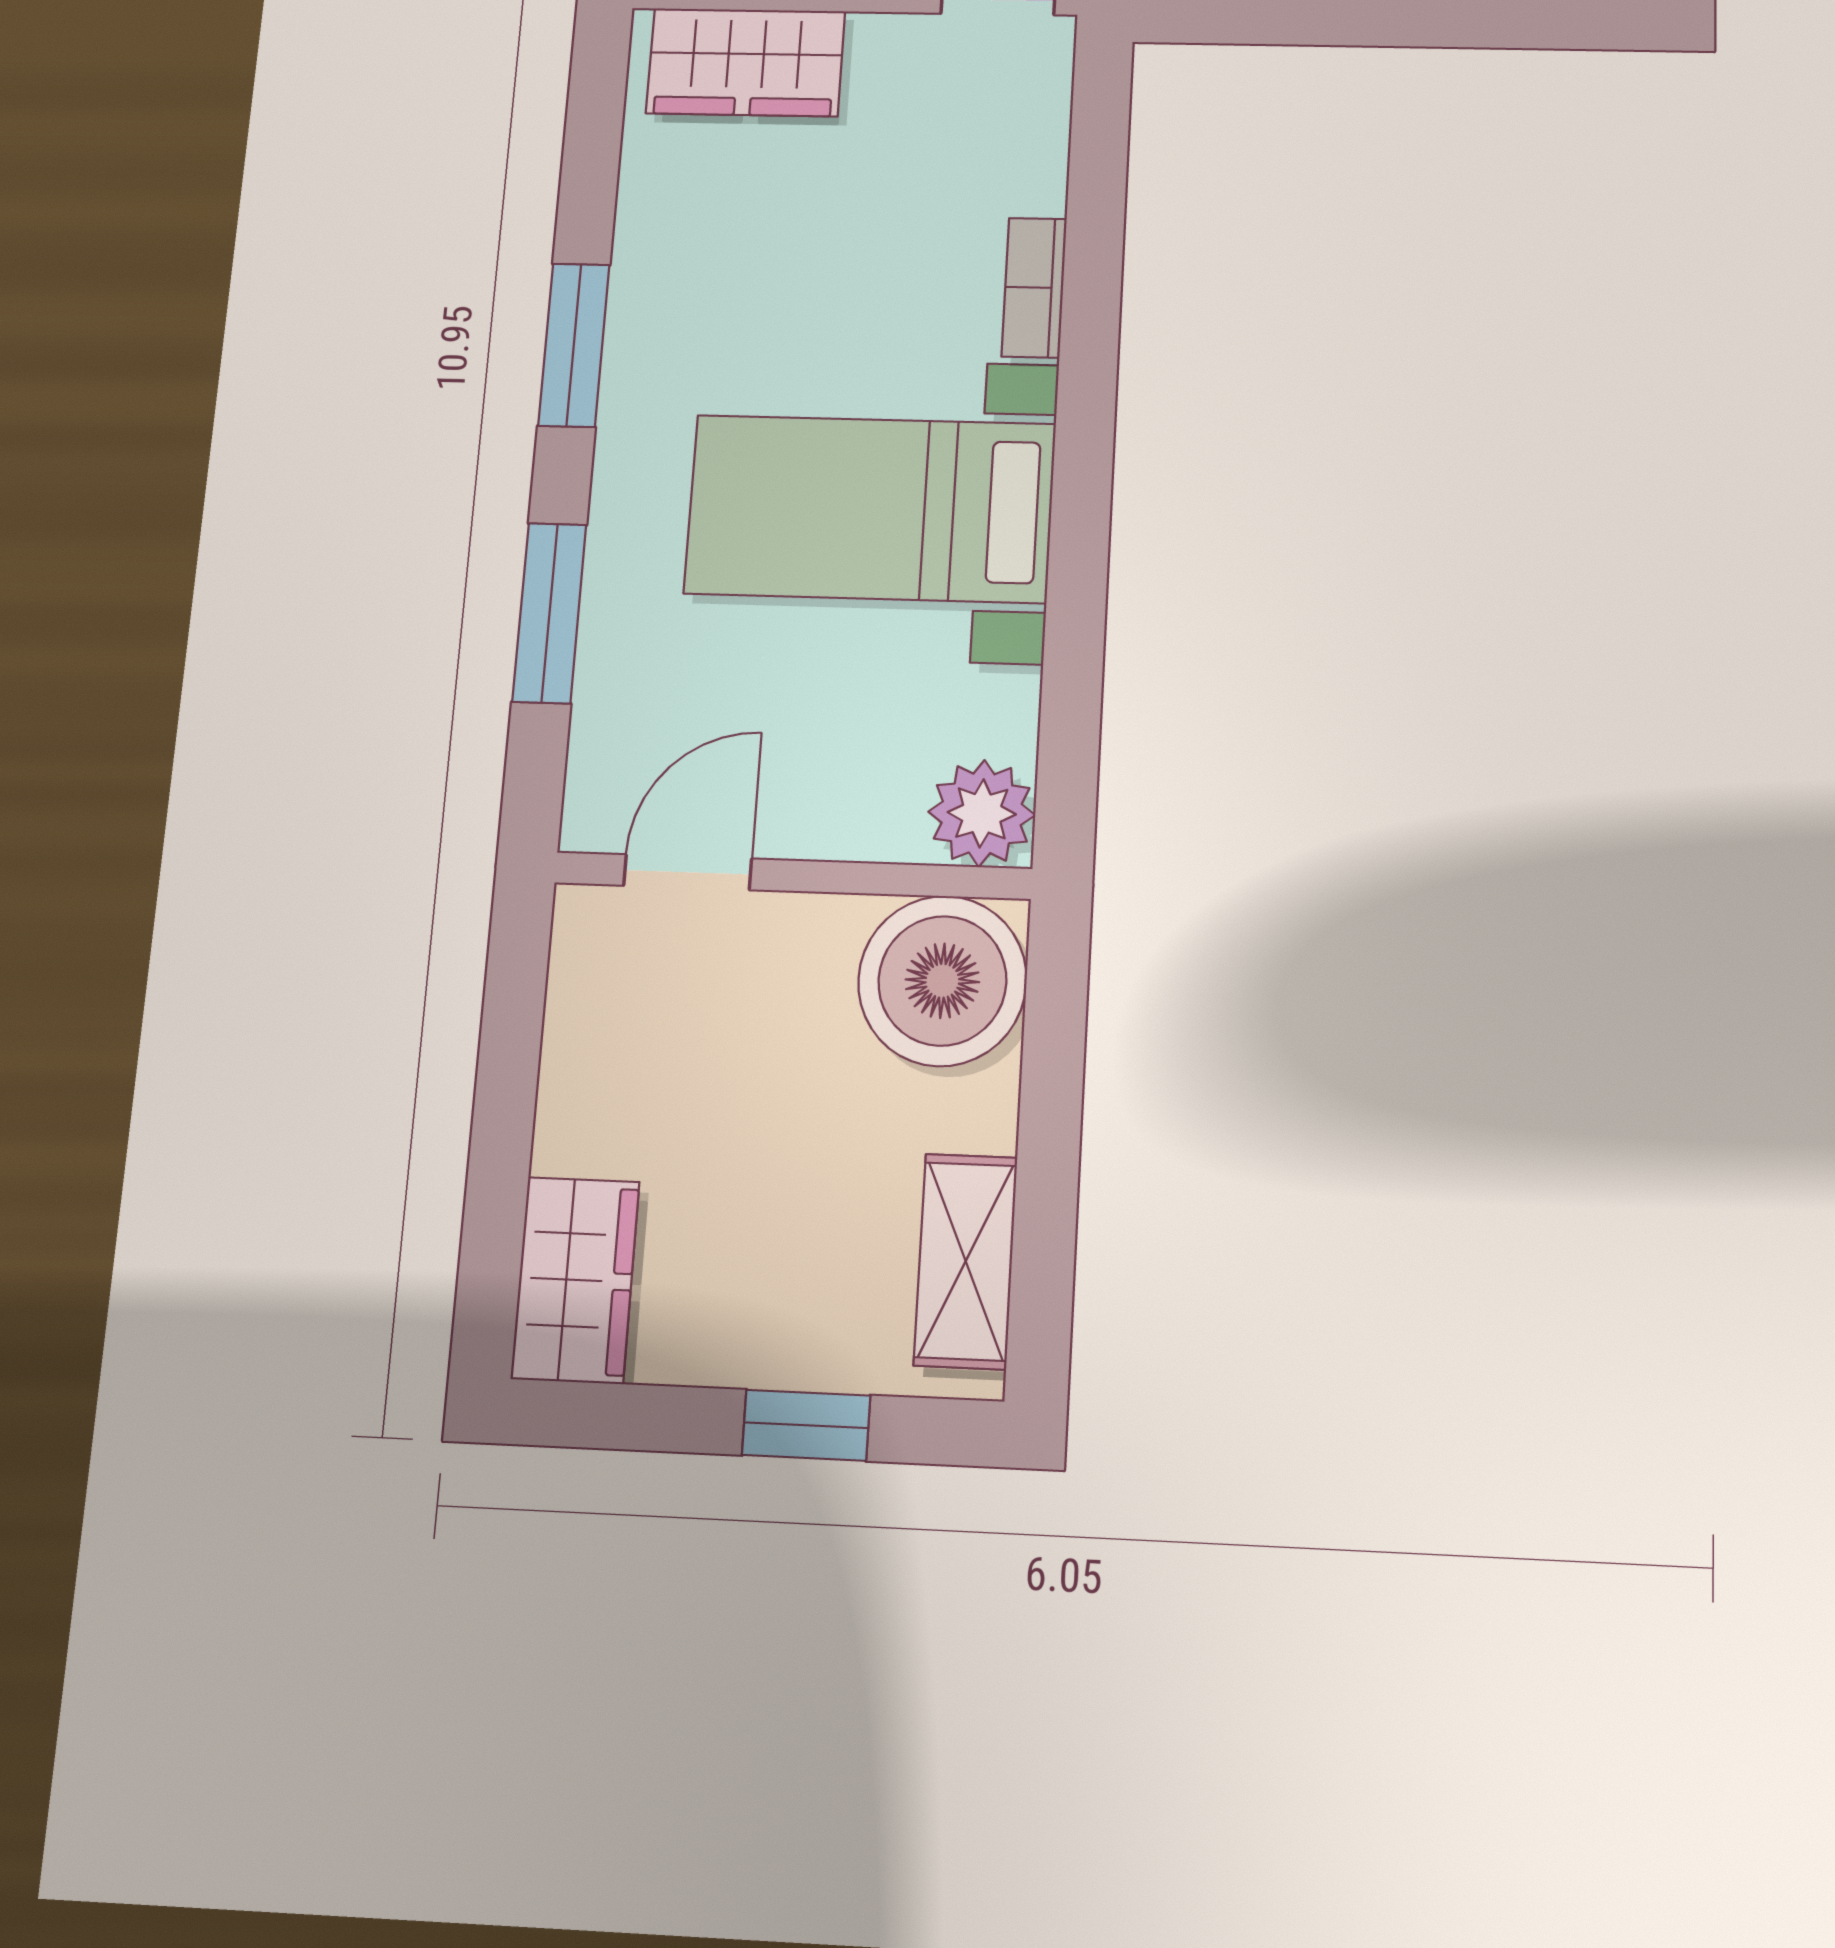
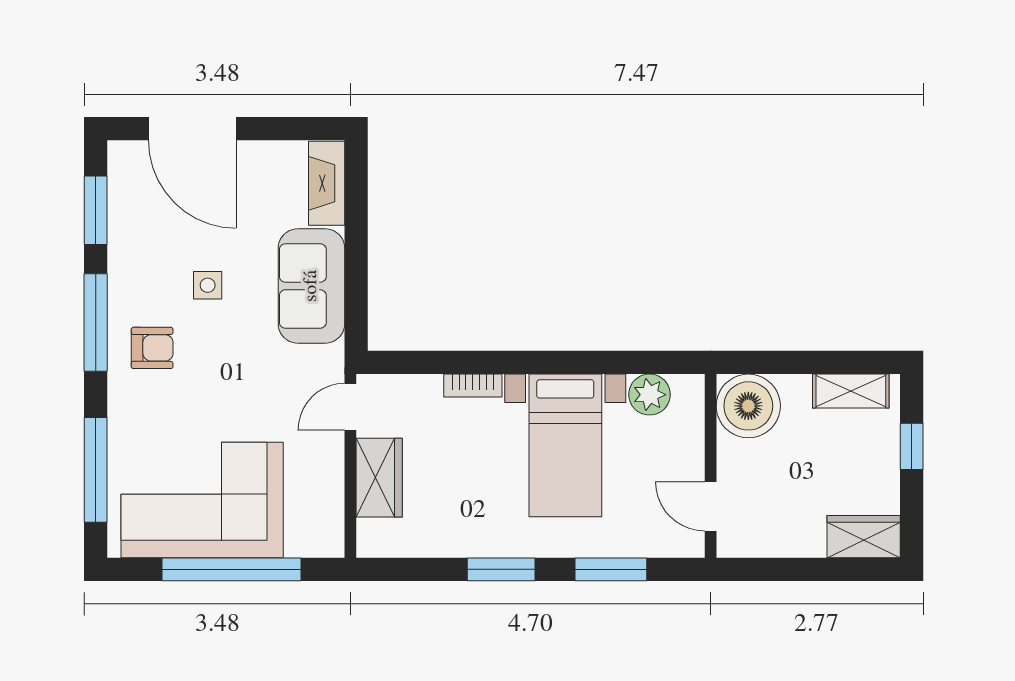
wardrobe: (746, 62) -> (379, 478), moved
plant: (982, 813) -> (649, 395), moved

